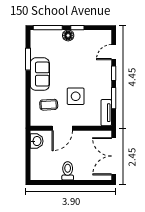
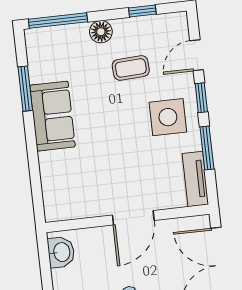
window: (77, 28) -> (142, 11), moved
side table: (76, 96) -> (168, 117), moved
coffee table: (49, 105) -> (131, 68), moved
door: (62, 128) -> (133, 218), moved

